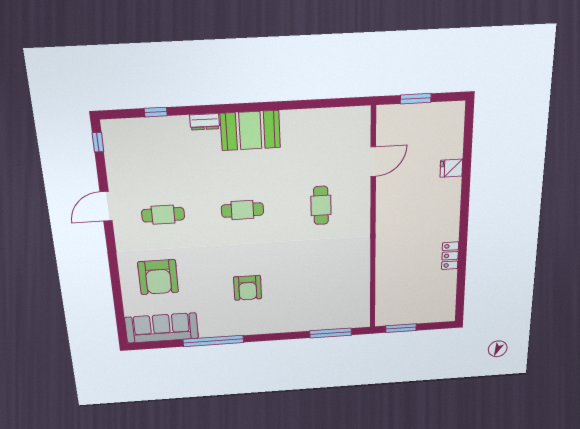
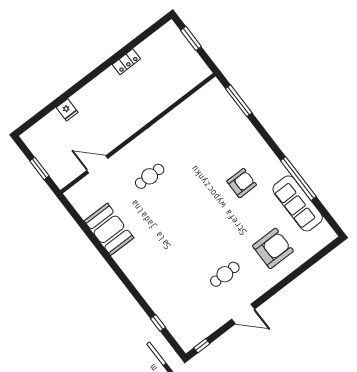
dresser: (205, 122) -> (144, 289), removed
booth: (250, 131) -> (109, 229), moved
cafe table: (242, 210) -> (187, 225), removed
cafe table: (163, 215) -> (225, 274), turned 90
sofa: (162, 328) -> (298, 203), moved
window: (401, 328) -> (191, 38), moved

